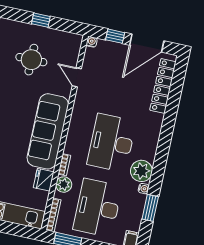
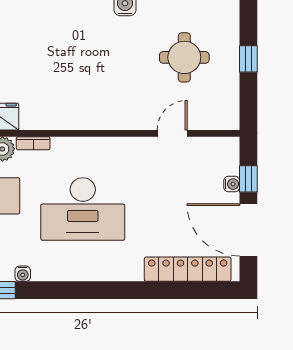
water cooler: (92, 42) -> (232, 184), moved
sofa: (48, 131) -> (79, 107), removed
desk: (112, 143) -> (83, 209), turned 180
plant: (141, 171) -> (49, 264), removed

